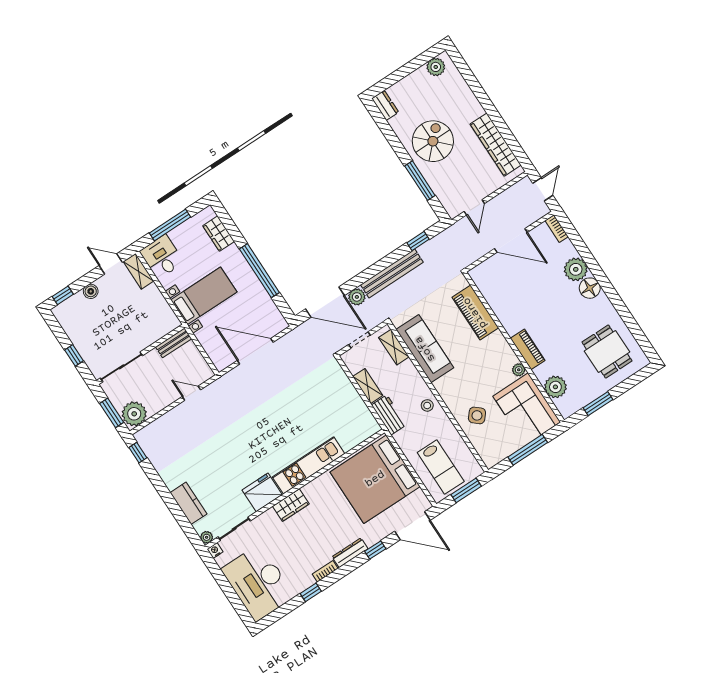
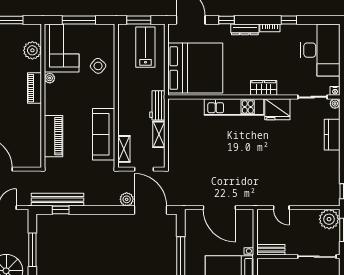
bench: (392, 273) -> (57, 200), moved
stool: (427, 405) -> (127, 95), removed

